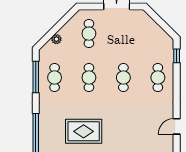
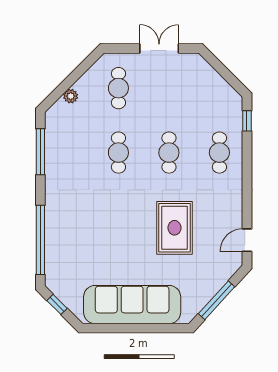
cafe table: (55, 78) -> (68, 153), removed
door: (177, 126) -> (247, 240), moved
rug: (84, 131) -> (174, 228), moved, turned 90

